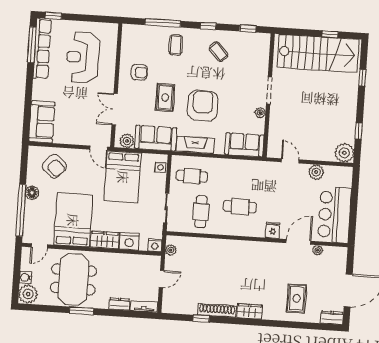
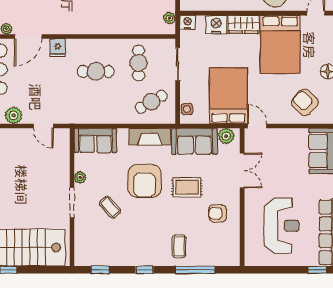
coffee table: (219, 52) -> (110, 207), moved
rug: (165, 97) -> (187, 187), turned 90
cafe table: (192, 176) -> (151, 102), turned -30

